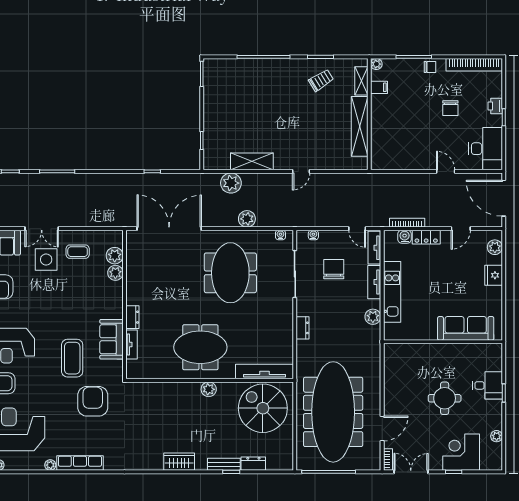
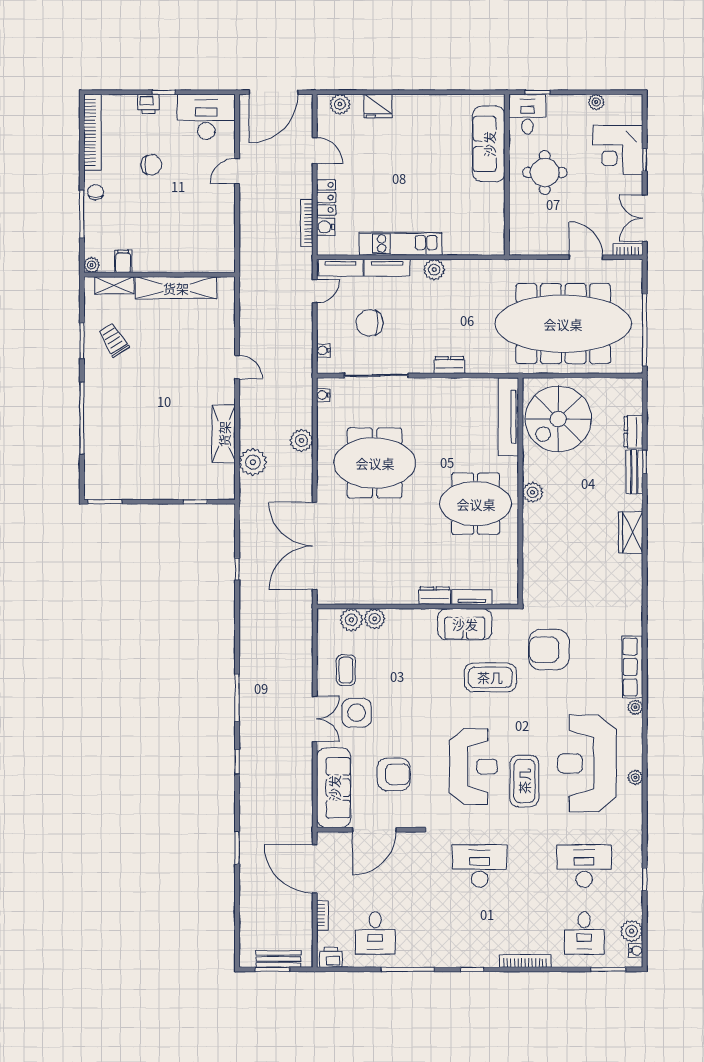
sofa: (466, 328) -> (489, 144), moved
wall: (443, 342) -> (507, 175), moved
meeting table: (200, 347) -> (476, 504), turned 90

